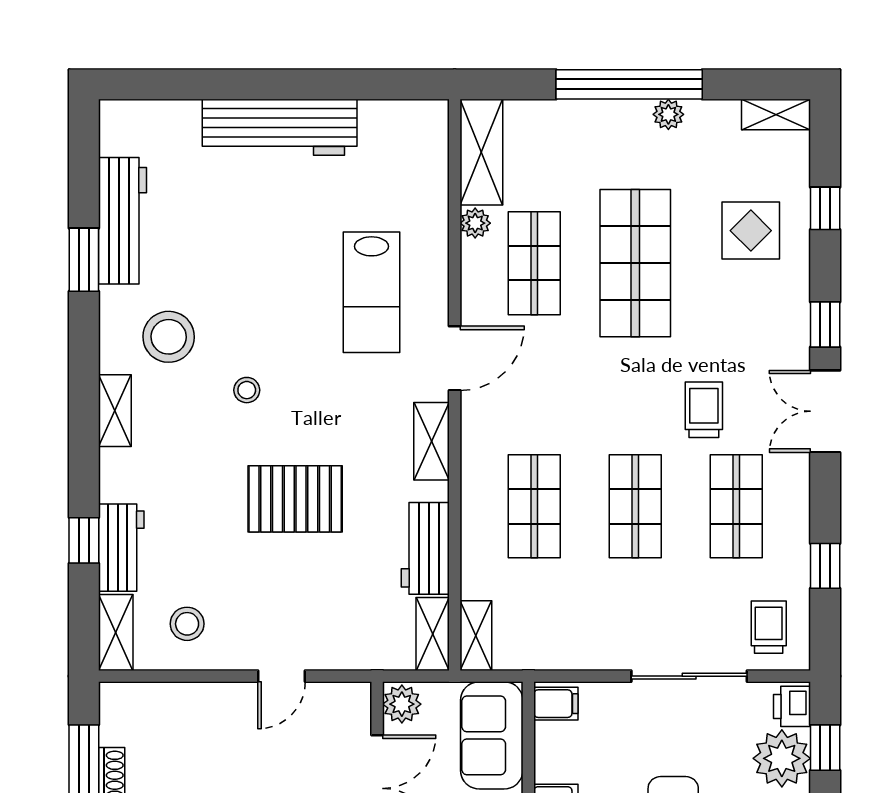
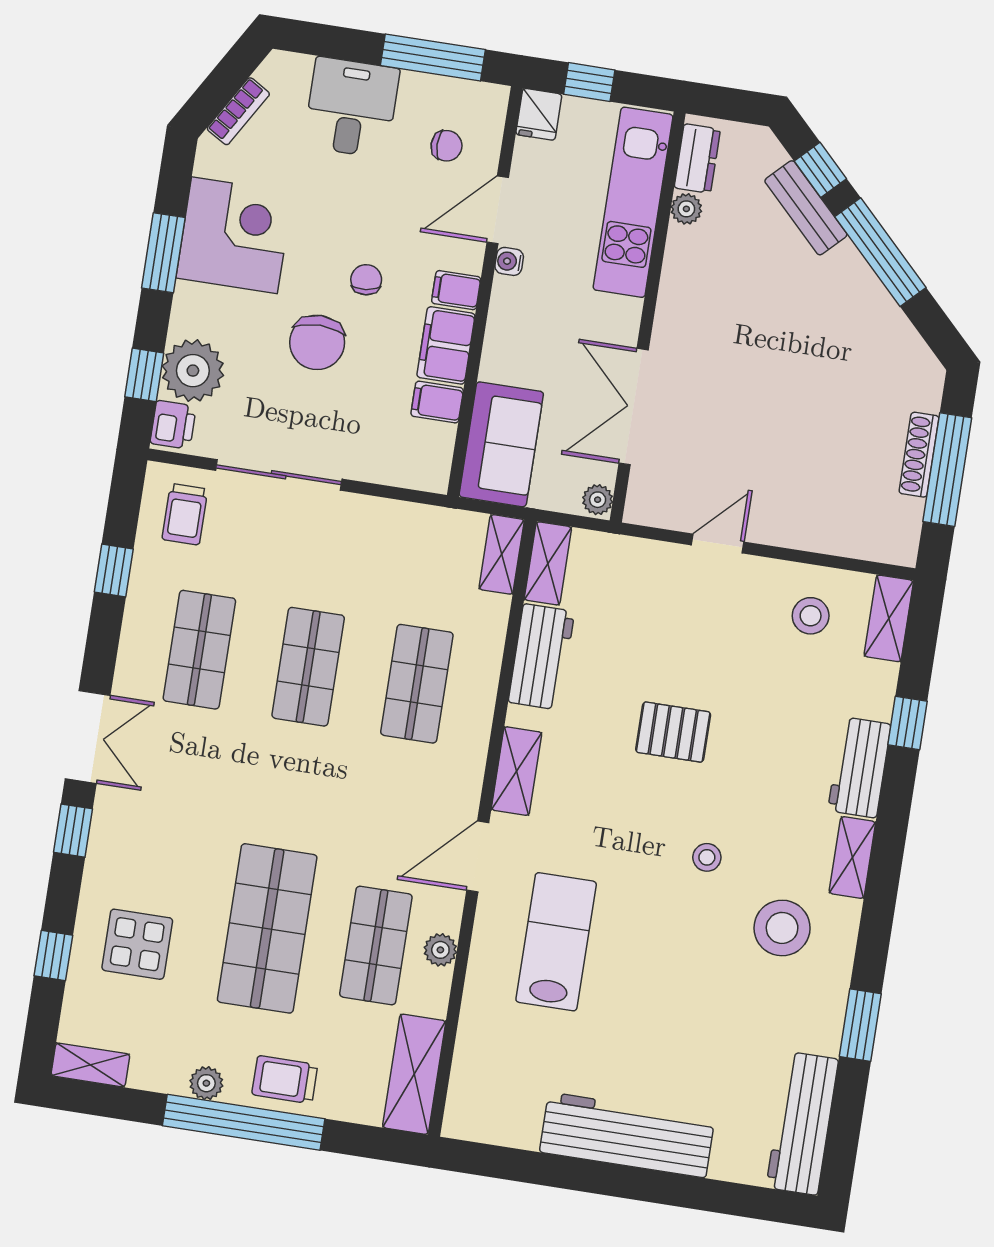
workbench: (123, 221) -> (802, 1123), moved
plant: (475, 223) -> (440, 950), moved
trolley: (704, 410) -> (285, 1080), moved, turned 90
pallet: (295, 499) -> (673, 732), width x0.67, depth x0.71
workbench: (121, 548) -> (859, 767), moved
plant: (402, 704) -> (598, 500), width x0.73, depth x0.73
filing cabinet: (556, 704) -> (437, 402), moved

